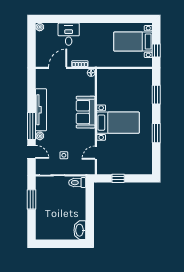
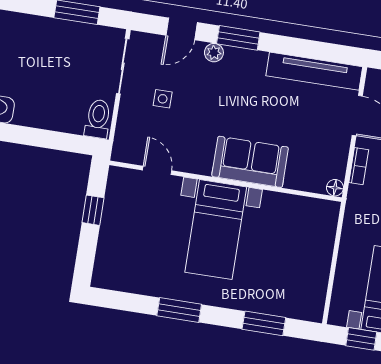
tv unit: (41, 110) -> (314, 71), moved
window: (31, 126) -> (238, 38), width x0.69

